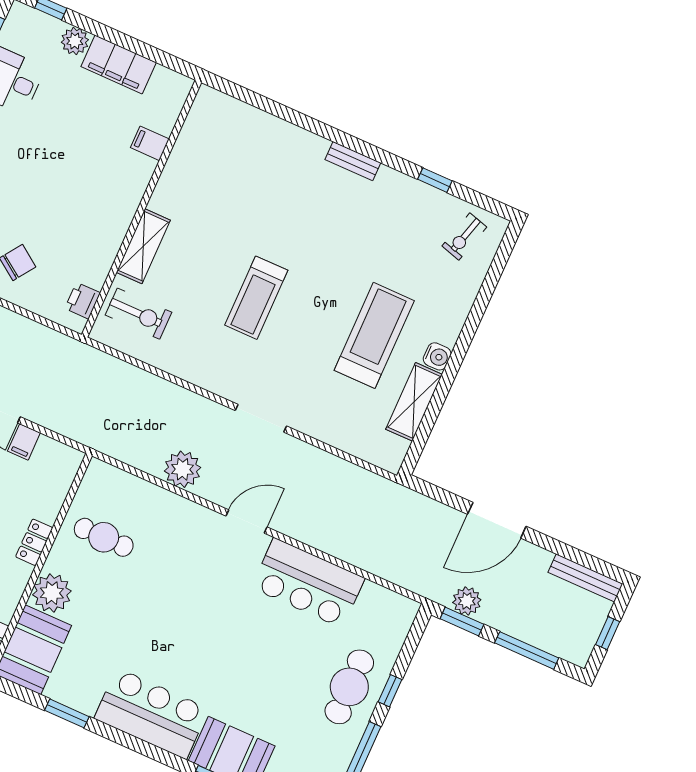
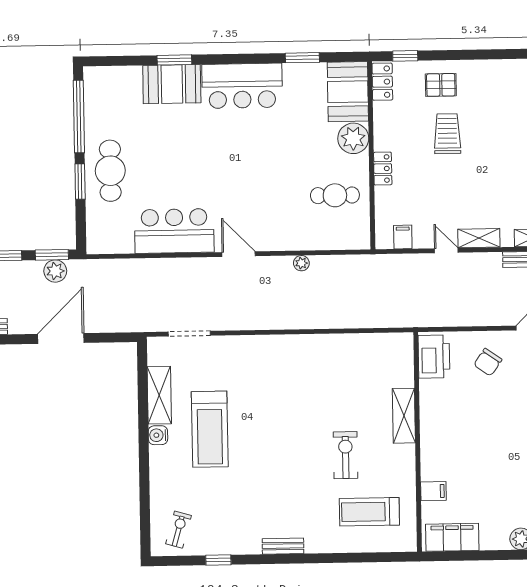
filing cabinet: (119, 64) -> (452, 537), moved
treadmill: (256, 298) -> (369, 512), moved, turned -90
printer: (83, 301) -> (434, 357), width x1.87, depth x1.48
exercise bike: (138, 314) -> (346, 455), moved, turned 90
doorway: (261, 418) -> (189, 334), moved
filing cabinet: (24, 442) -> (403, 237), moved
plant: (183, 469) -> (301, 263), width x0.53, depth x0.53
door: (246, 522) -> (239, 254), swing flipped
window: (390, 691) -> (80, 182), width x1.50

